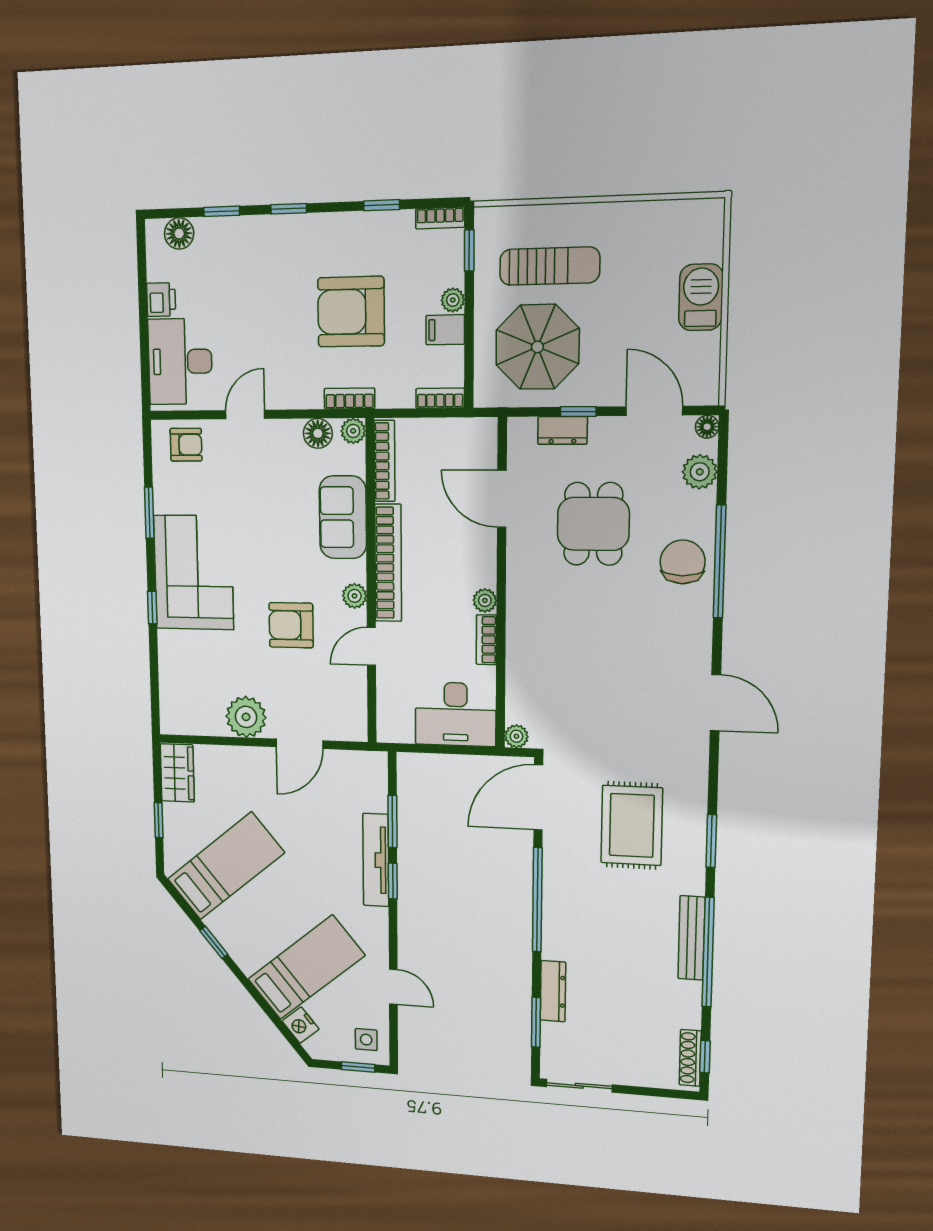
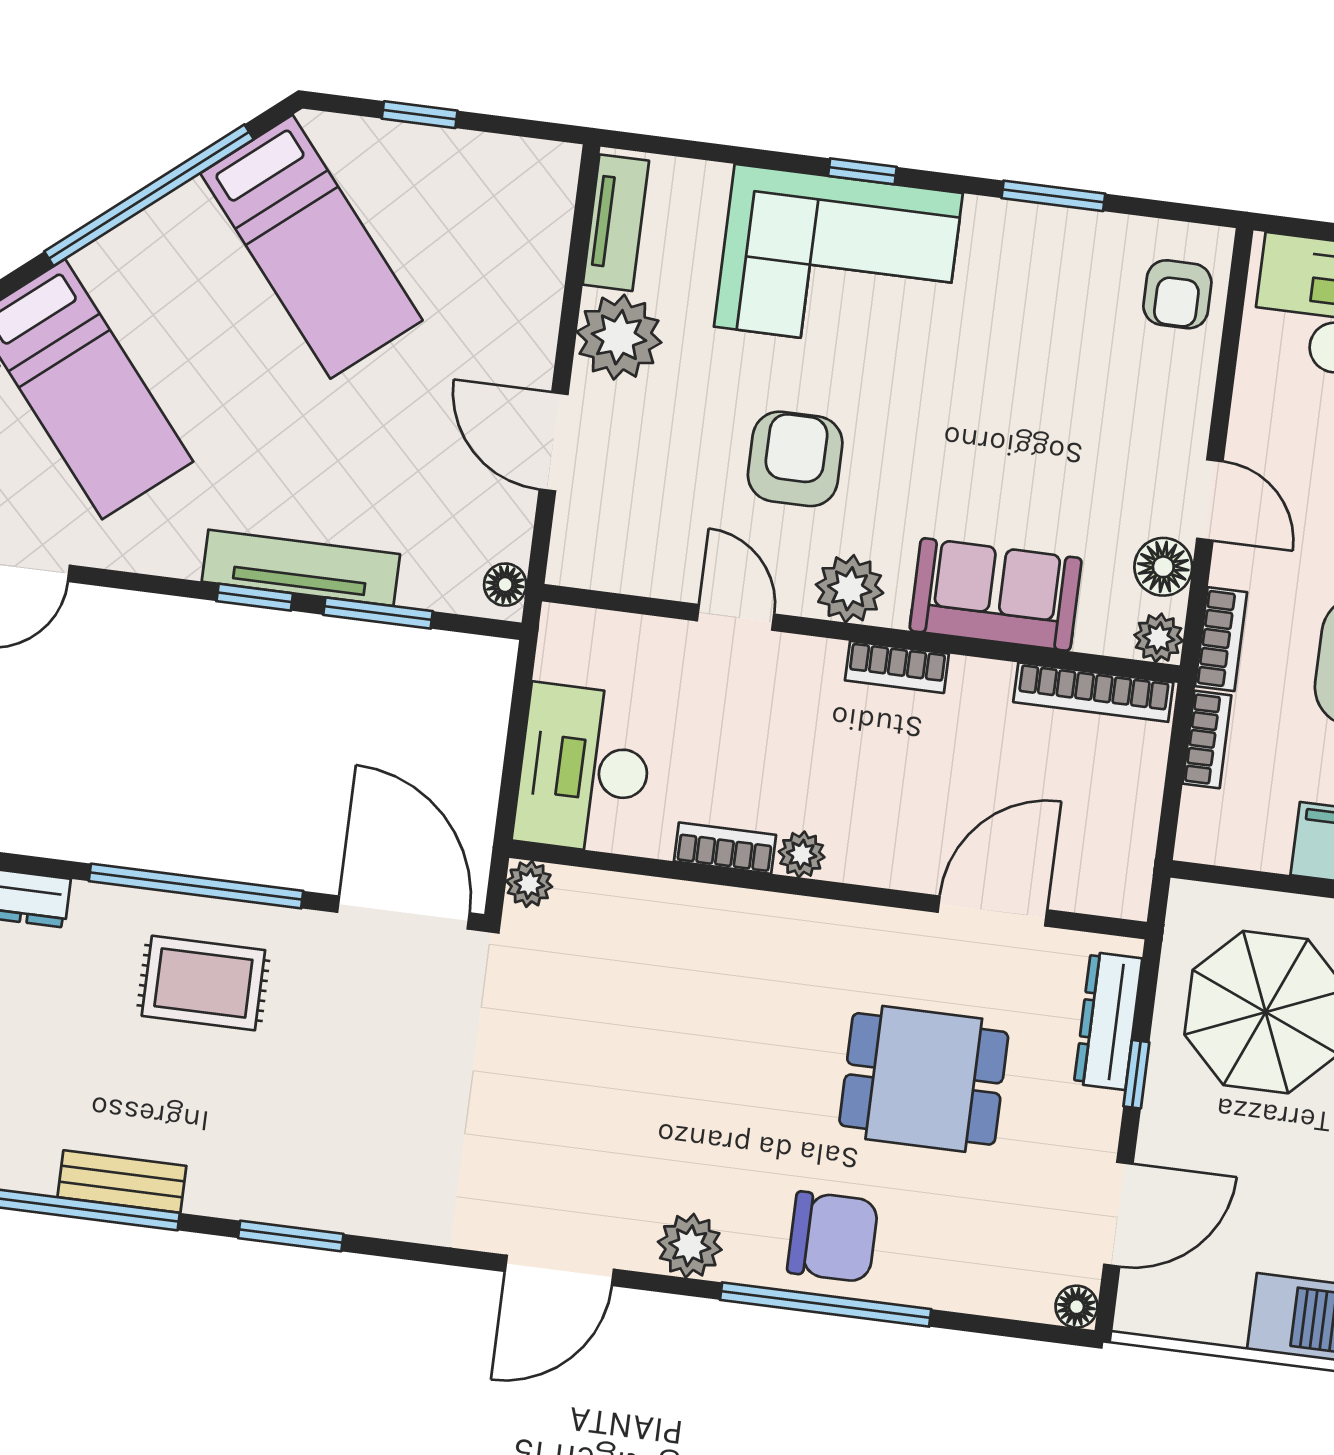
bookcase: (440, 398) -> (1207, 739), moved
door: (245, 414) -> (1210, 500), moved
dresser: (563, 430) -> (1108, 1021), width x1.44
plant: (700, 472) -> (690, 1246), moved
bookcase: (388, 563) -> (897, 667), width x0.43, depth x0.76
corner sofa: (194, 572) -> (838, 260), moved
plant: (355, 596) -> (850, 589), width x1.38, depth x1.38
tv unit: (193, 724) -> (616, 223), added
floor lamp: (371, 761) -> (505, 585), added
wardrobe: (177, 773) -> (516, 171), removed
rug: (632, 825) -> (203, 983), moved, width x0.73, depth x0.70
bench: (691, 938) -> (122, 1182), width x0.73
window: (214, 942) -> (149, 195), width x3.17

